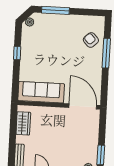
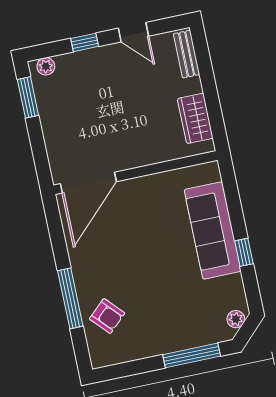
sofa: (41, 92) -> (213, 230), moved, turned 90
door: (83, 106) -> (88, 183), hinge flipped

